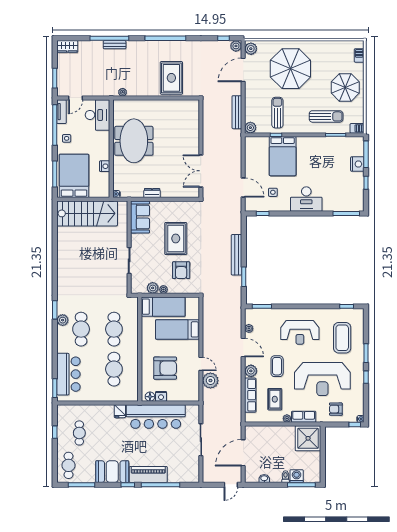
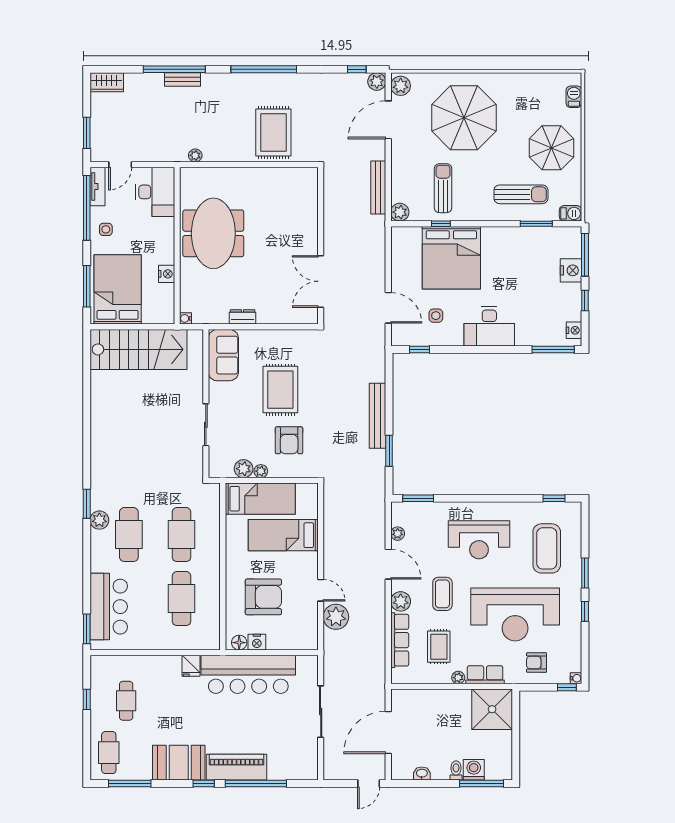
bed: (283, 156) -> (451, 258), width x1.36
nightstand: (359, 201) -> (574, 330), added

